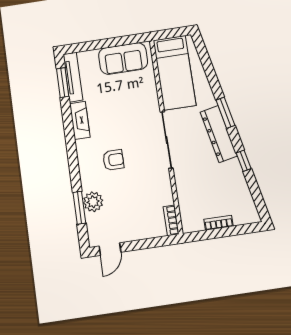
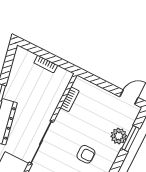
armchair: (113, 160) -> (86, 154), turned 180
bookcase: (171, 220) -> (70, 99), moved

